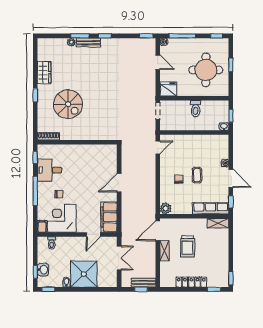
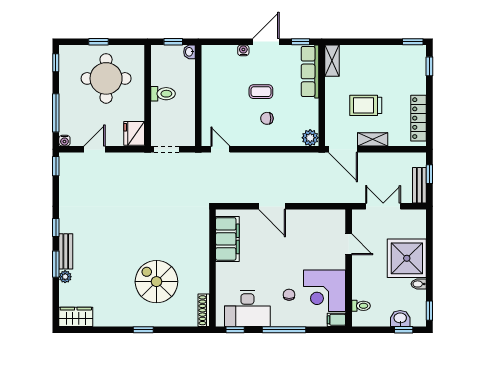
wardrobe: (44, 73) -> (76, 317), moved
spiral stairs: (68, 104) -> (156, 282), turned -90
desk: (50, 170) -> (247, 309), width x1.37
filing cabinet: (109, 217) -> (227, 239), moved, turned -90
trolley: (188, 246) -> (366, 105), turned 180
locker: (191, 282) -> (419, 118), moved
bench: (144, 283) -> (419, 185), moved

